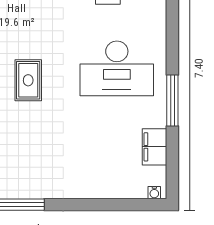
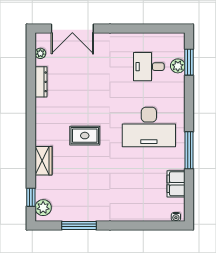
rug: (28, 80) -> (85, 136), turned 90

